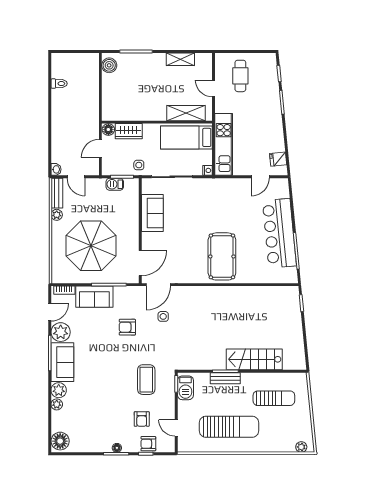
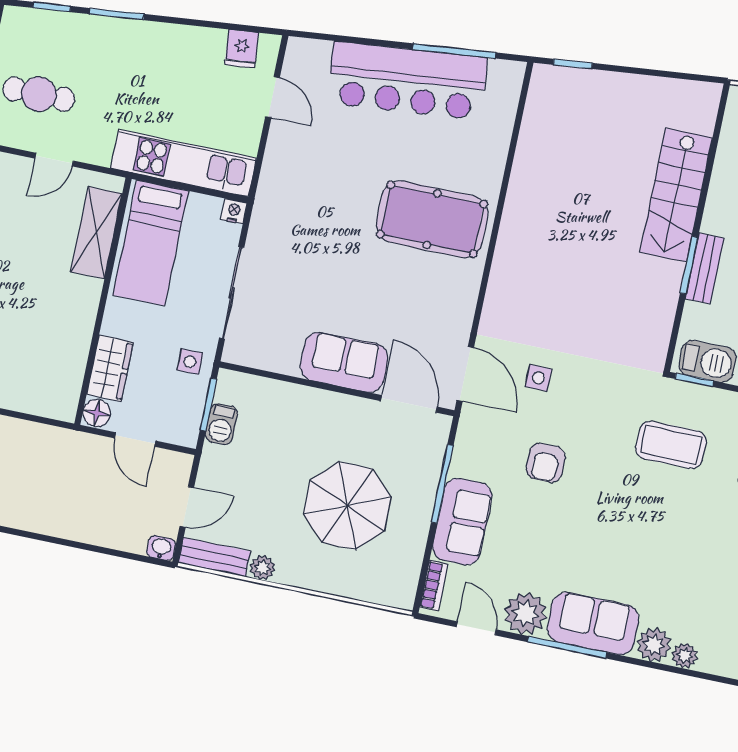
sofa: (152, 213) -> (344, 362), moved
parasol: (91, 246) -> (347, 506), width x0.73, depth x0.73

